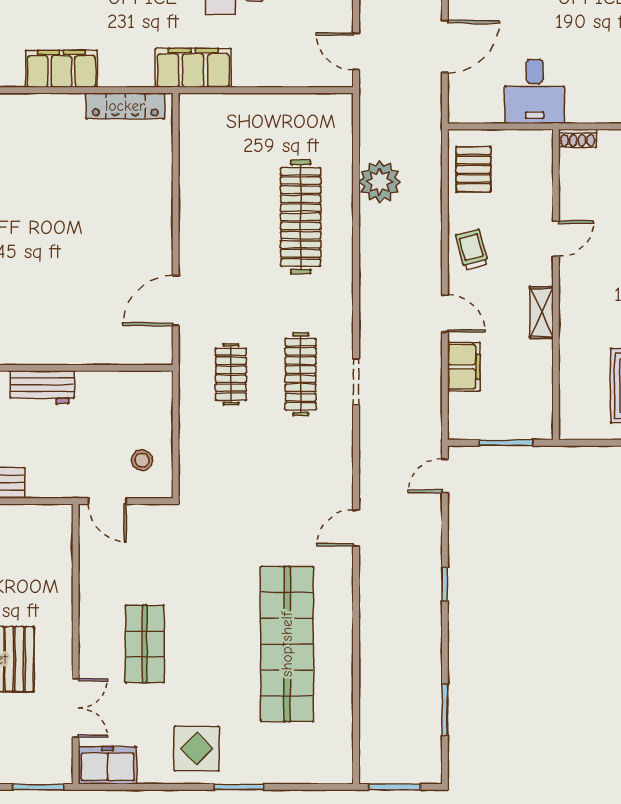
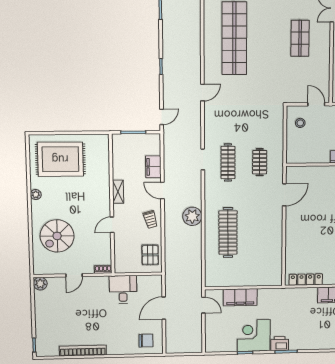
filing cabinet: (193, 68) -> (240, 297), moved
plant: (380, 182) -> (192, 216), moved

